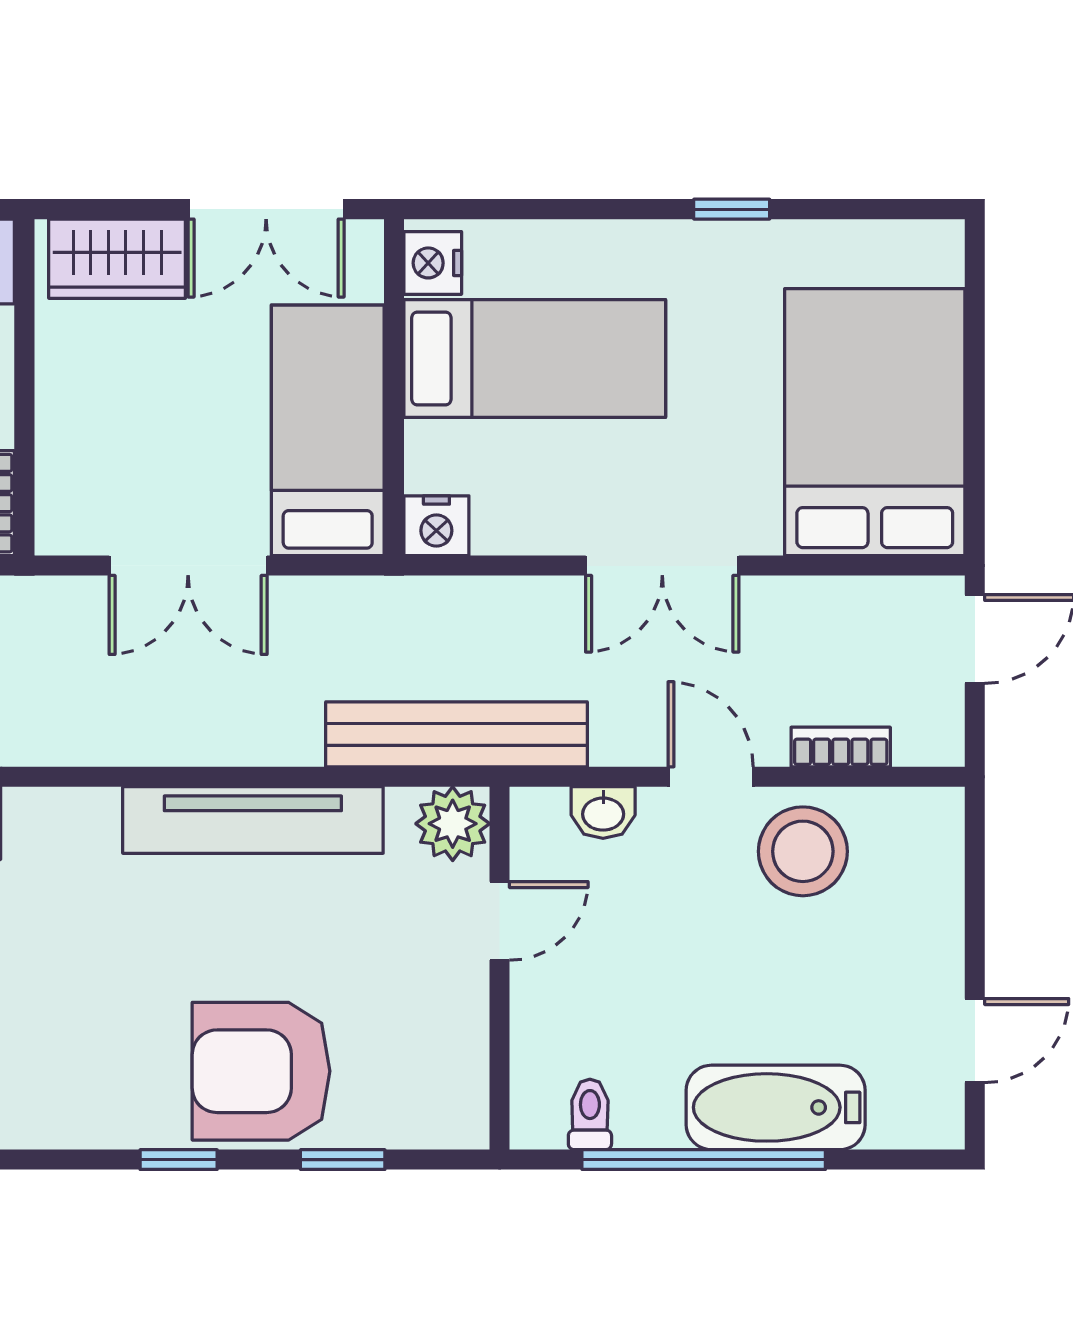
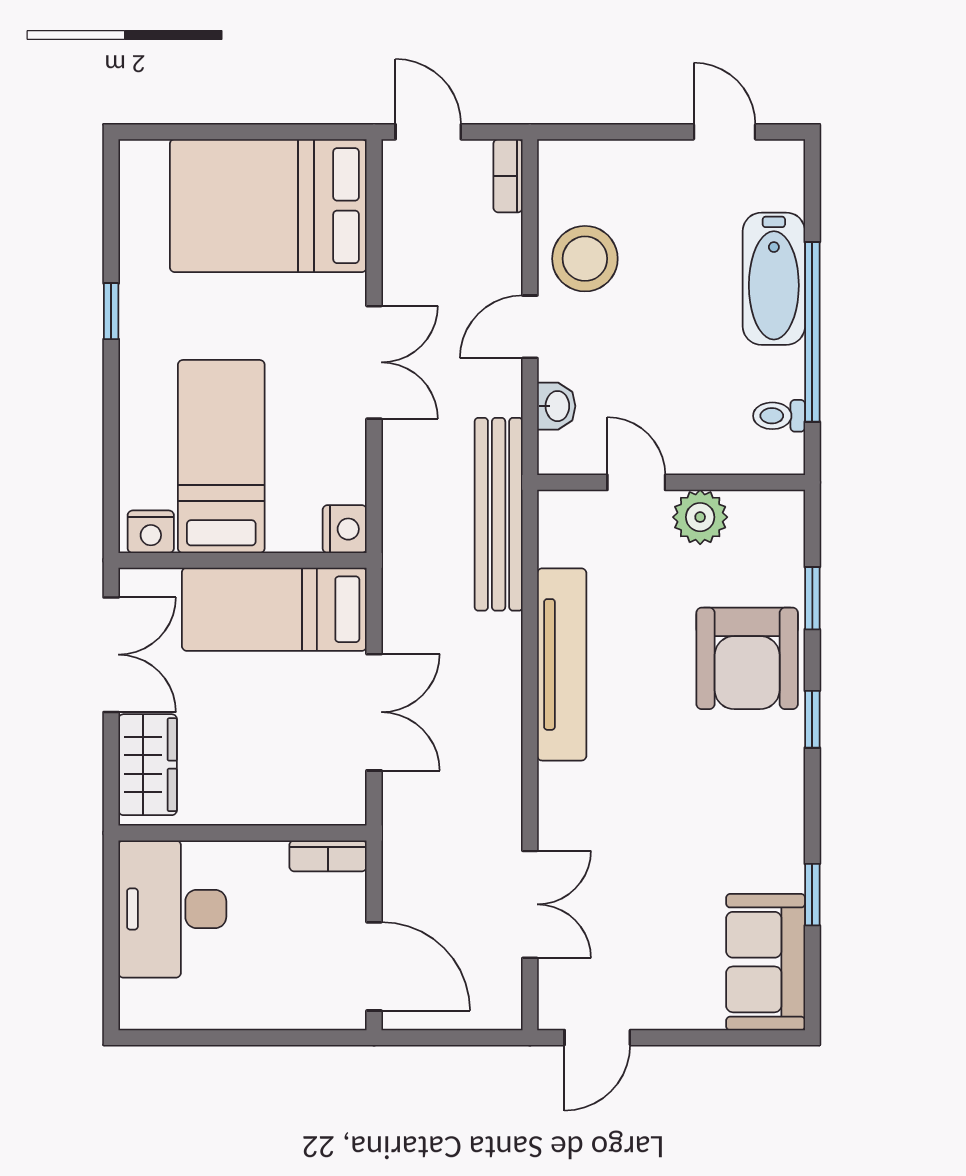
bookcase: (841, 747) -> (508, 176), moved
plant: (453, 824) -> (700, 517), moved

